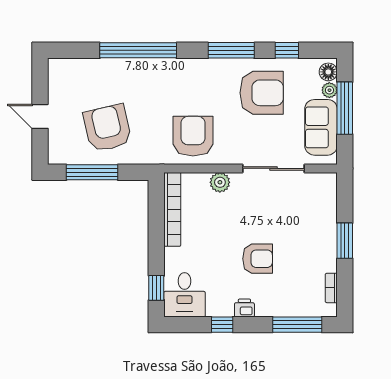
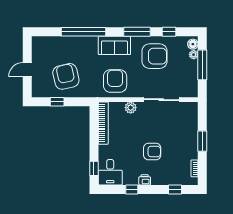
door: (40, 116) -> (27, 70), hinge flipped
sofa: (321, 127) -> (114, 45), moved, turned -90
window: (92, 172) -> (57, 102), width x0.46
window: (297, 325) -> (175, 189), width x0.46

